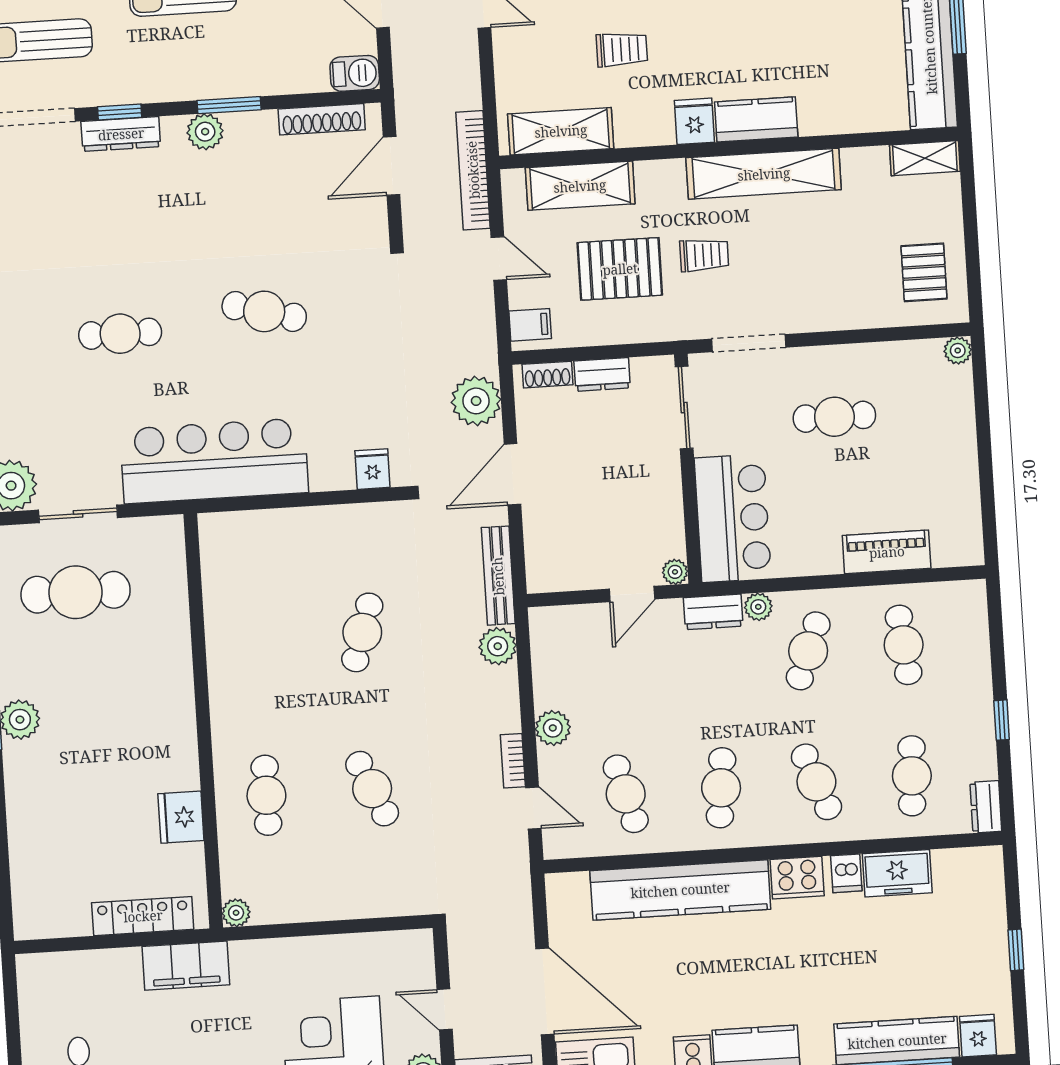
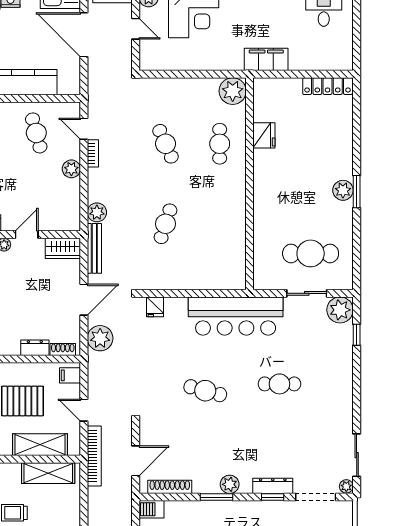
wardrobe: (560, 572) -> (63, 248), added
plant: (236, 913) -> (233, 91), width x1.87, depth x1.87
locker: (143, 916) -> (328, 86), moved

